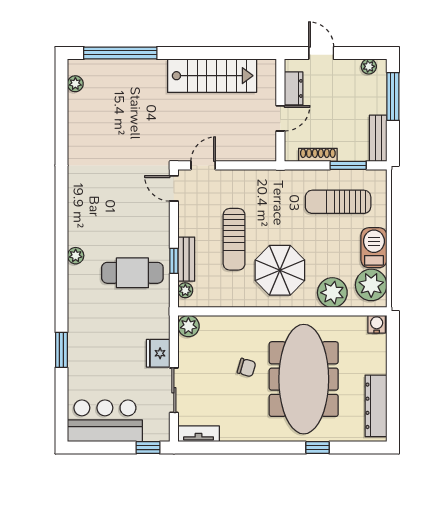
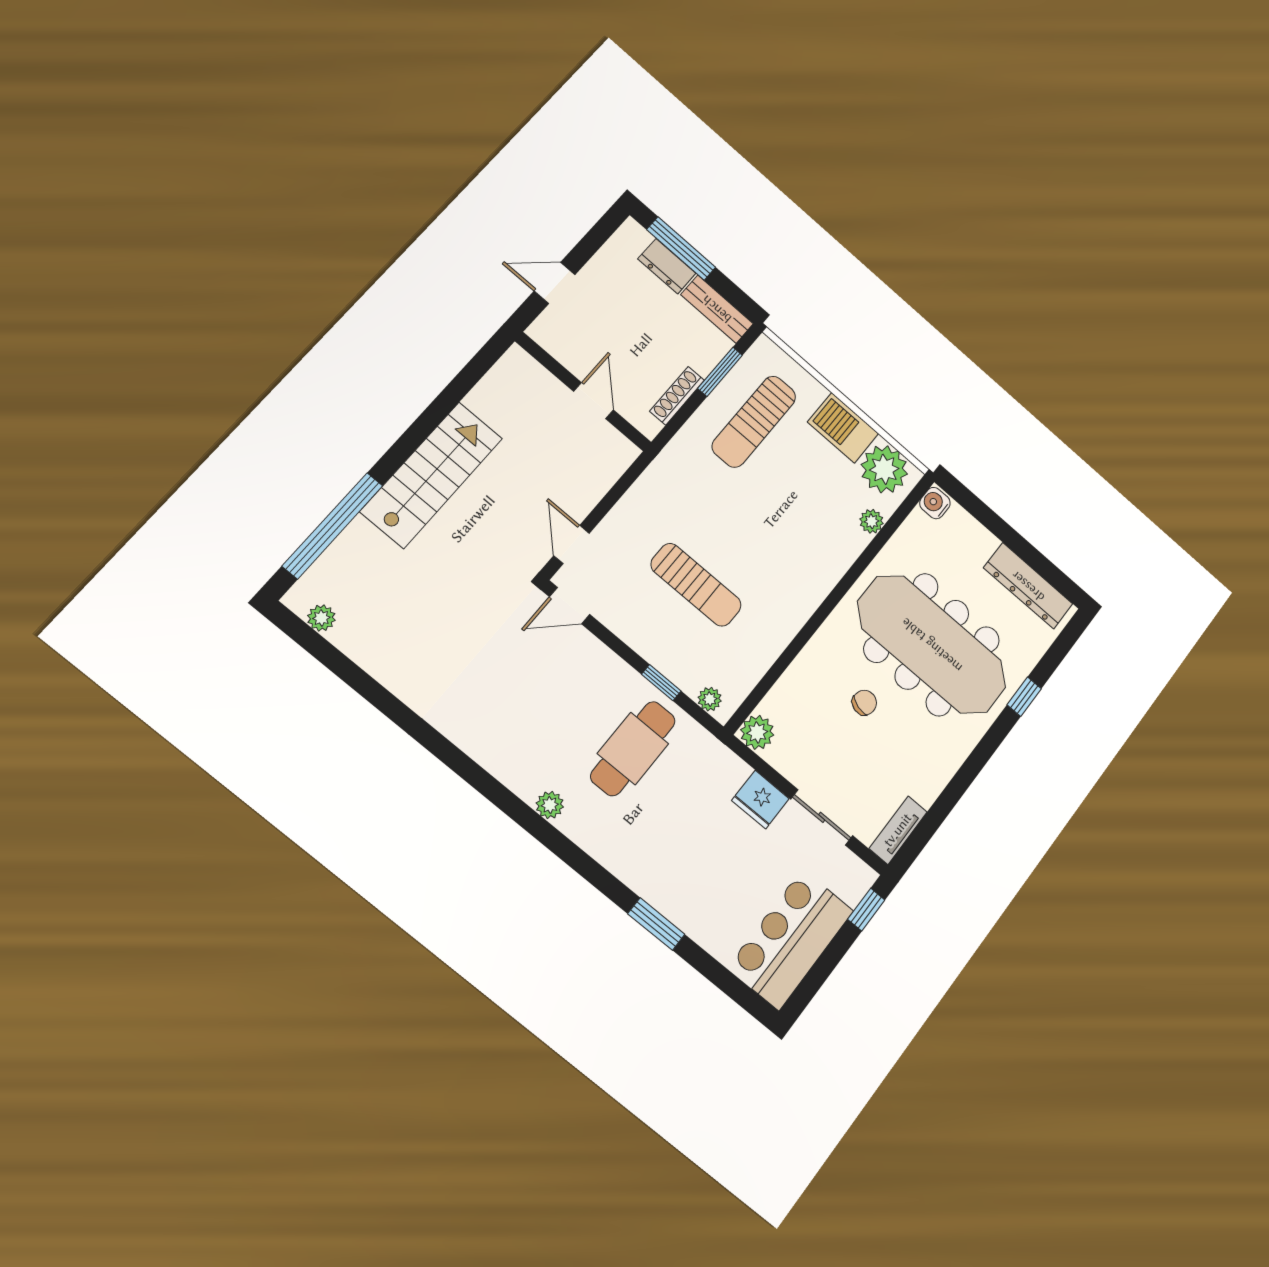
plant: (369, 66) -> (620, 243), removed
stairs: (212, 76) -> (432, 475), moved
dresser: (294, 88) -> (667, 266), moved, turned 180
bench: (186, 259) -> (672, 665), removed
parasol: (280, 270) -> (780, 562), removed
plant: (332, 293) -> (872, 521), width x0.53, depth x0.53

